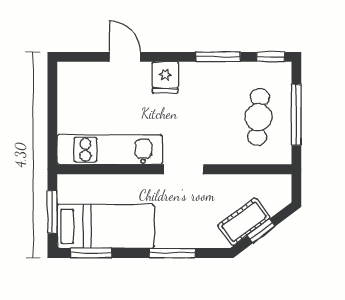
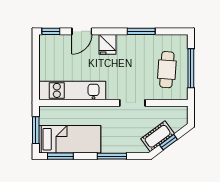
door: (125, 57) -> (82, 31), swing flipped
window: (271, 57) -> (51, 31), moved
doorway: (184, 169) -> (132, 103), moved

